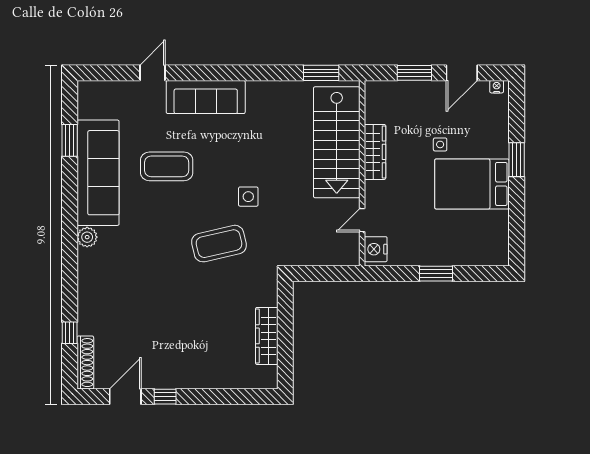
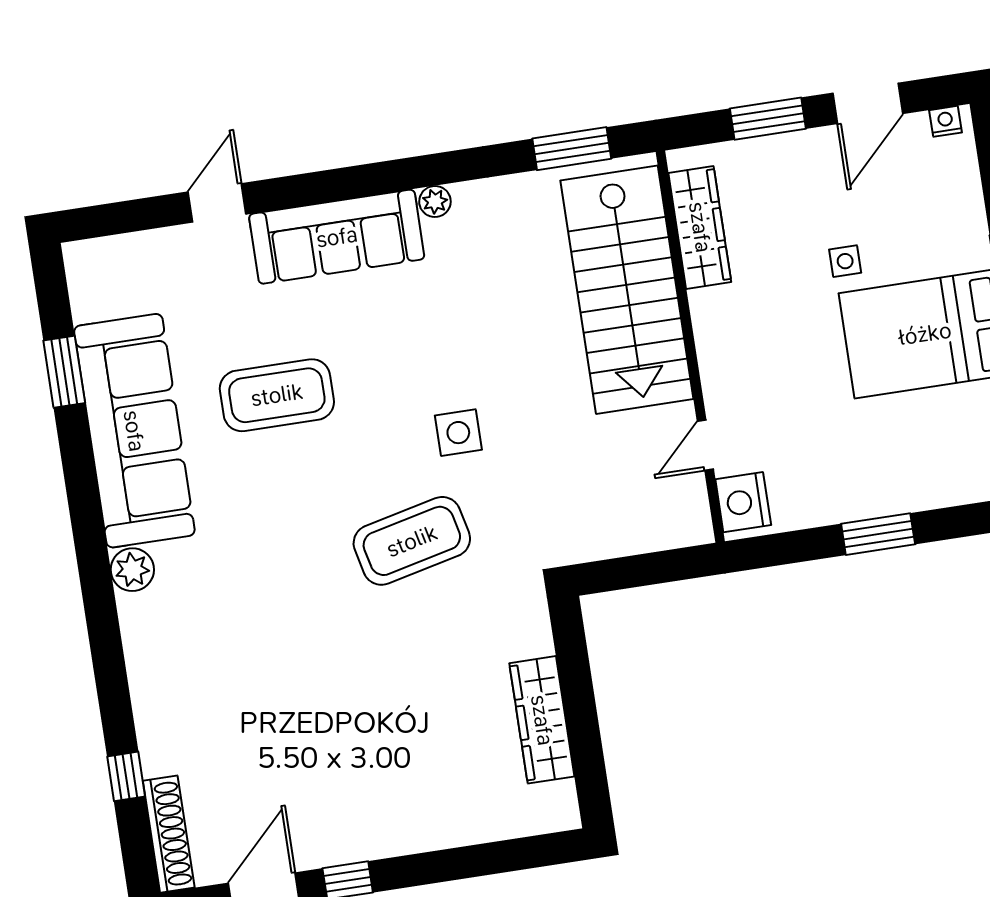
plant: (254, 88) -> (435, 201), added
wardrobe: (375, 152) -> (700, 227), moved

